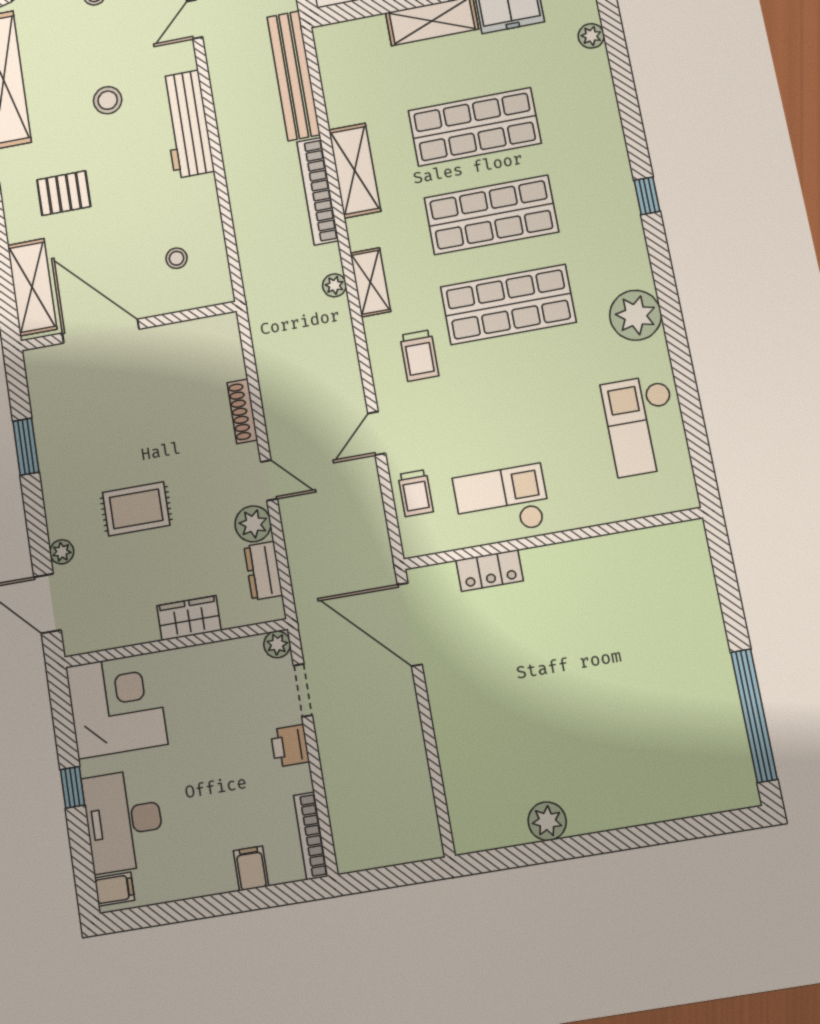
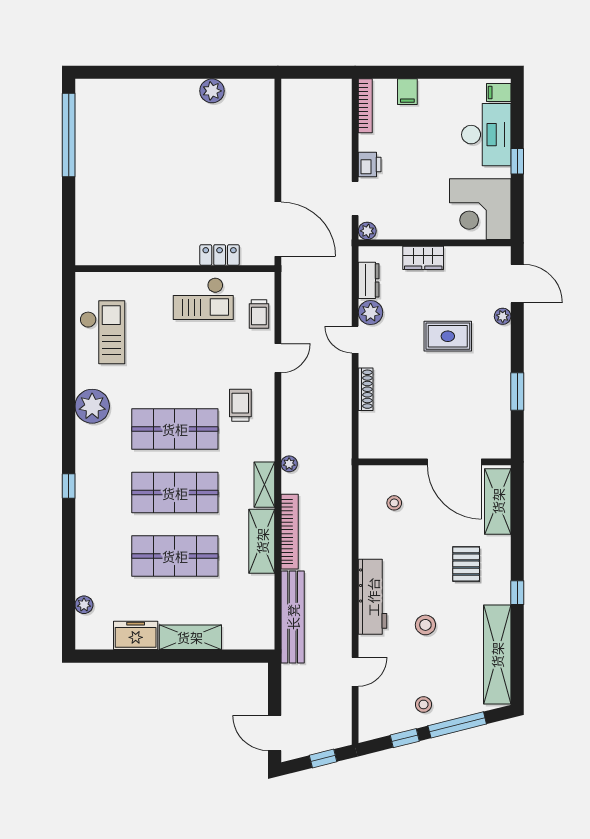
pallet: (64, 193) -> (466, 564), turned 90
shelving: (370, 282) -> (264, 485), moved
trolley: (416, 493) -> (259, 314), turned 180

